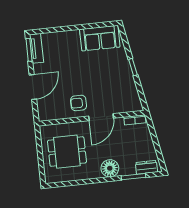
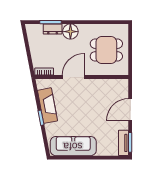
sofa: (100, 38) -> (73, 146), width x1.36
fireplace: (127, 82) -> (47, 106), added
armchair: (79, 103) -> (92, 91), removed
dresser: (146, 167) -> (53, 29), moved

